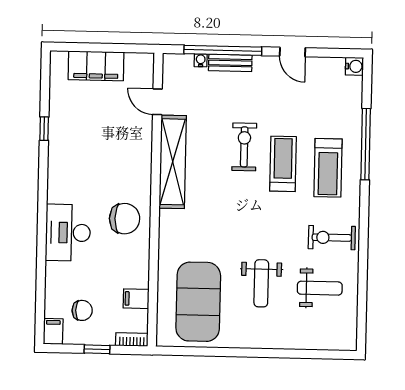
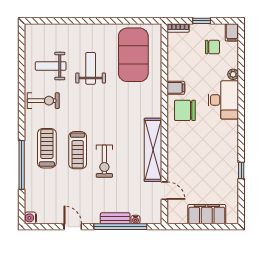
plant: (53, 270) -> (233, 74), added
filing cabinet: (136, 299) -> (176, 88), moved
chair: (82, 310) -> (212, 47), turned 180

